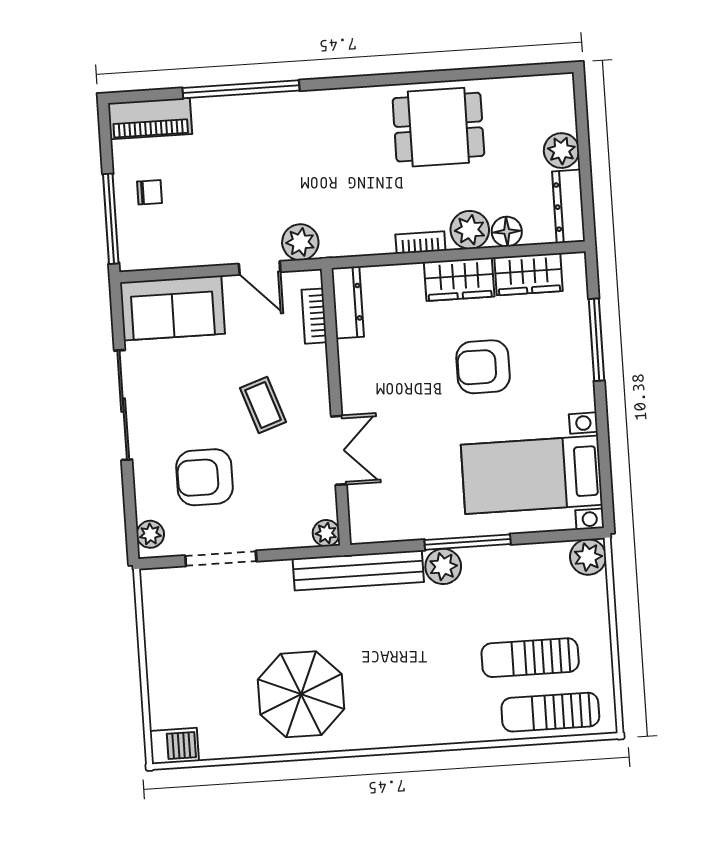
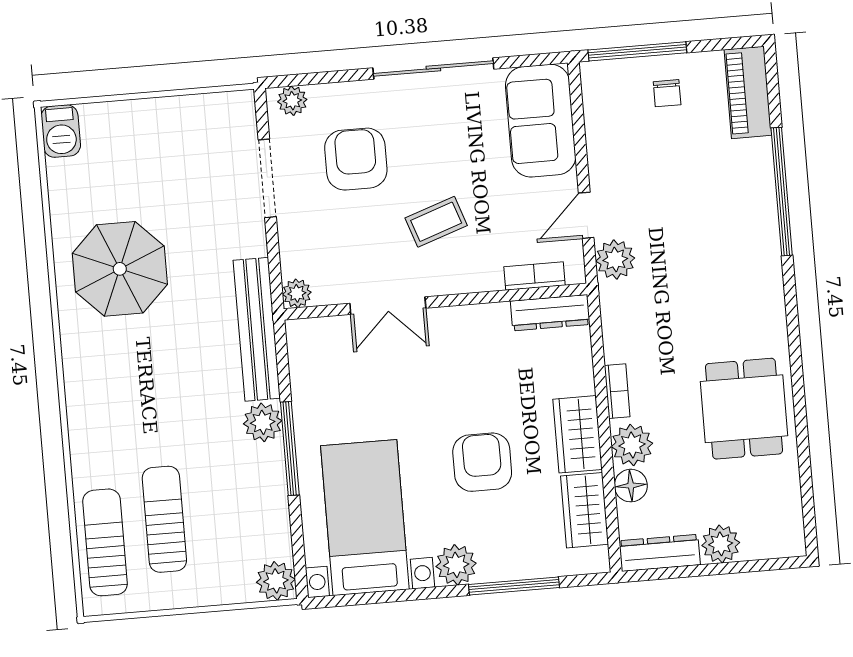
plant: (576, 392) -> (456, 565), added

